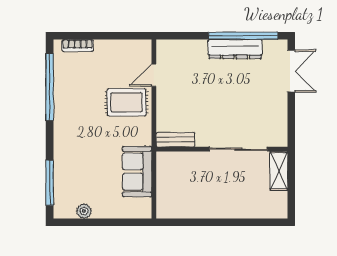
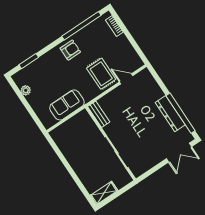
armchair: (71, 121) -> (70, 50), added
shelving: (279, 171) -> (104, 193), moved
window: (50, 183) -> (29, 61), width x0.69

